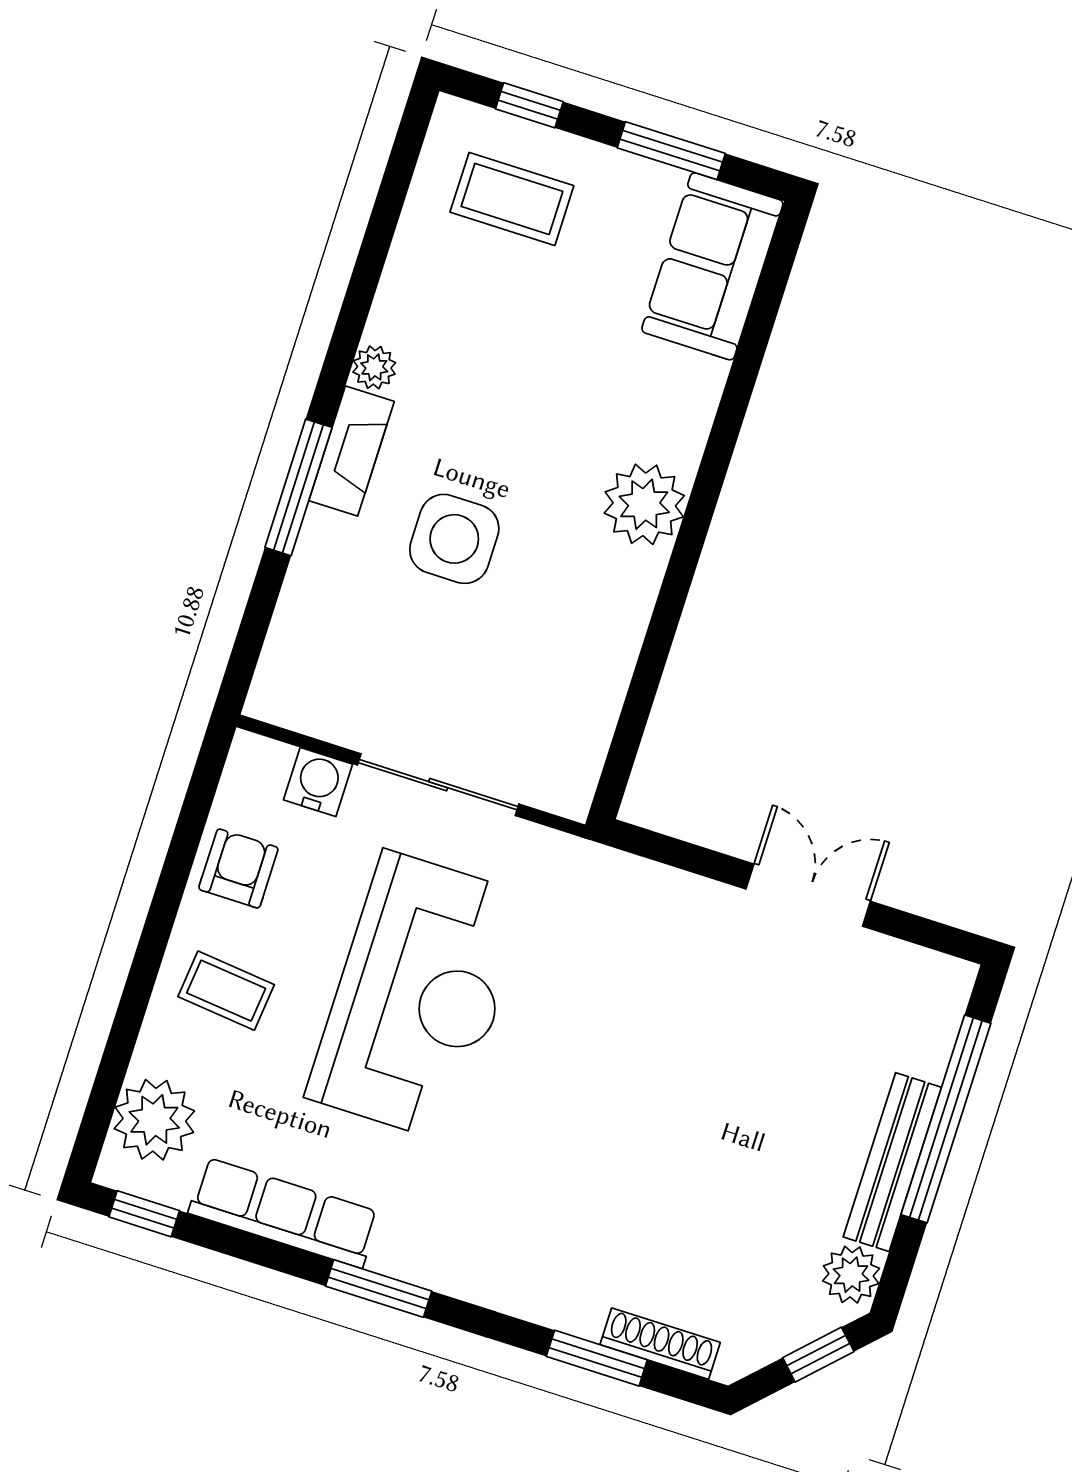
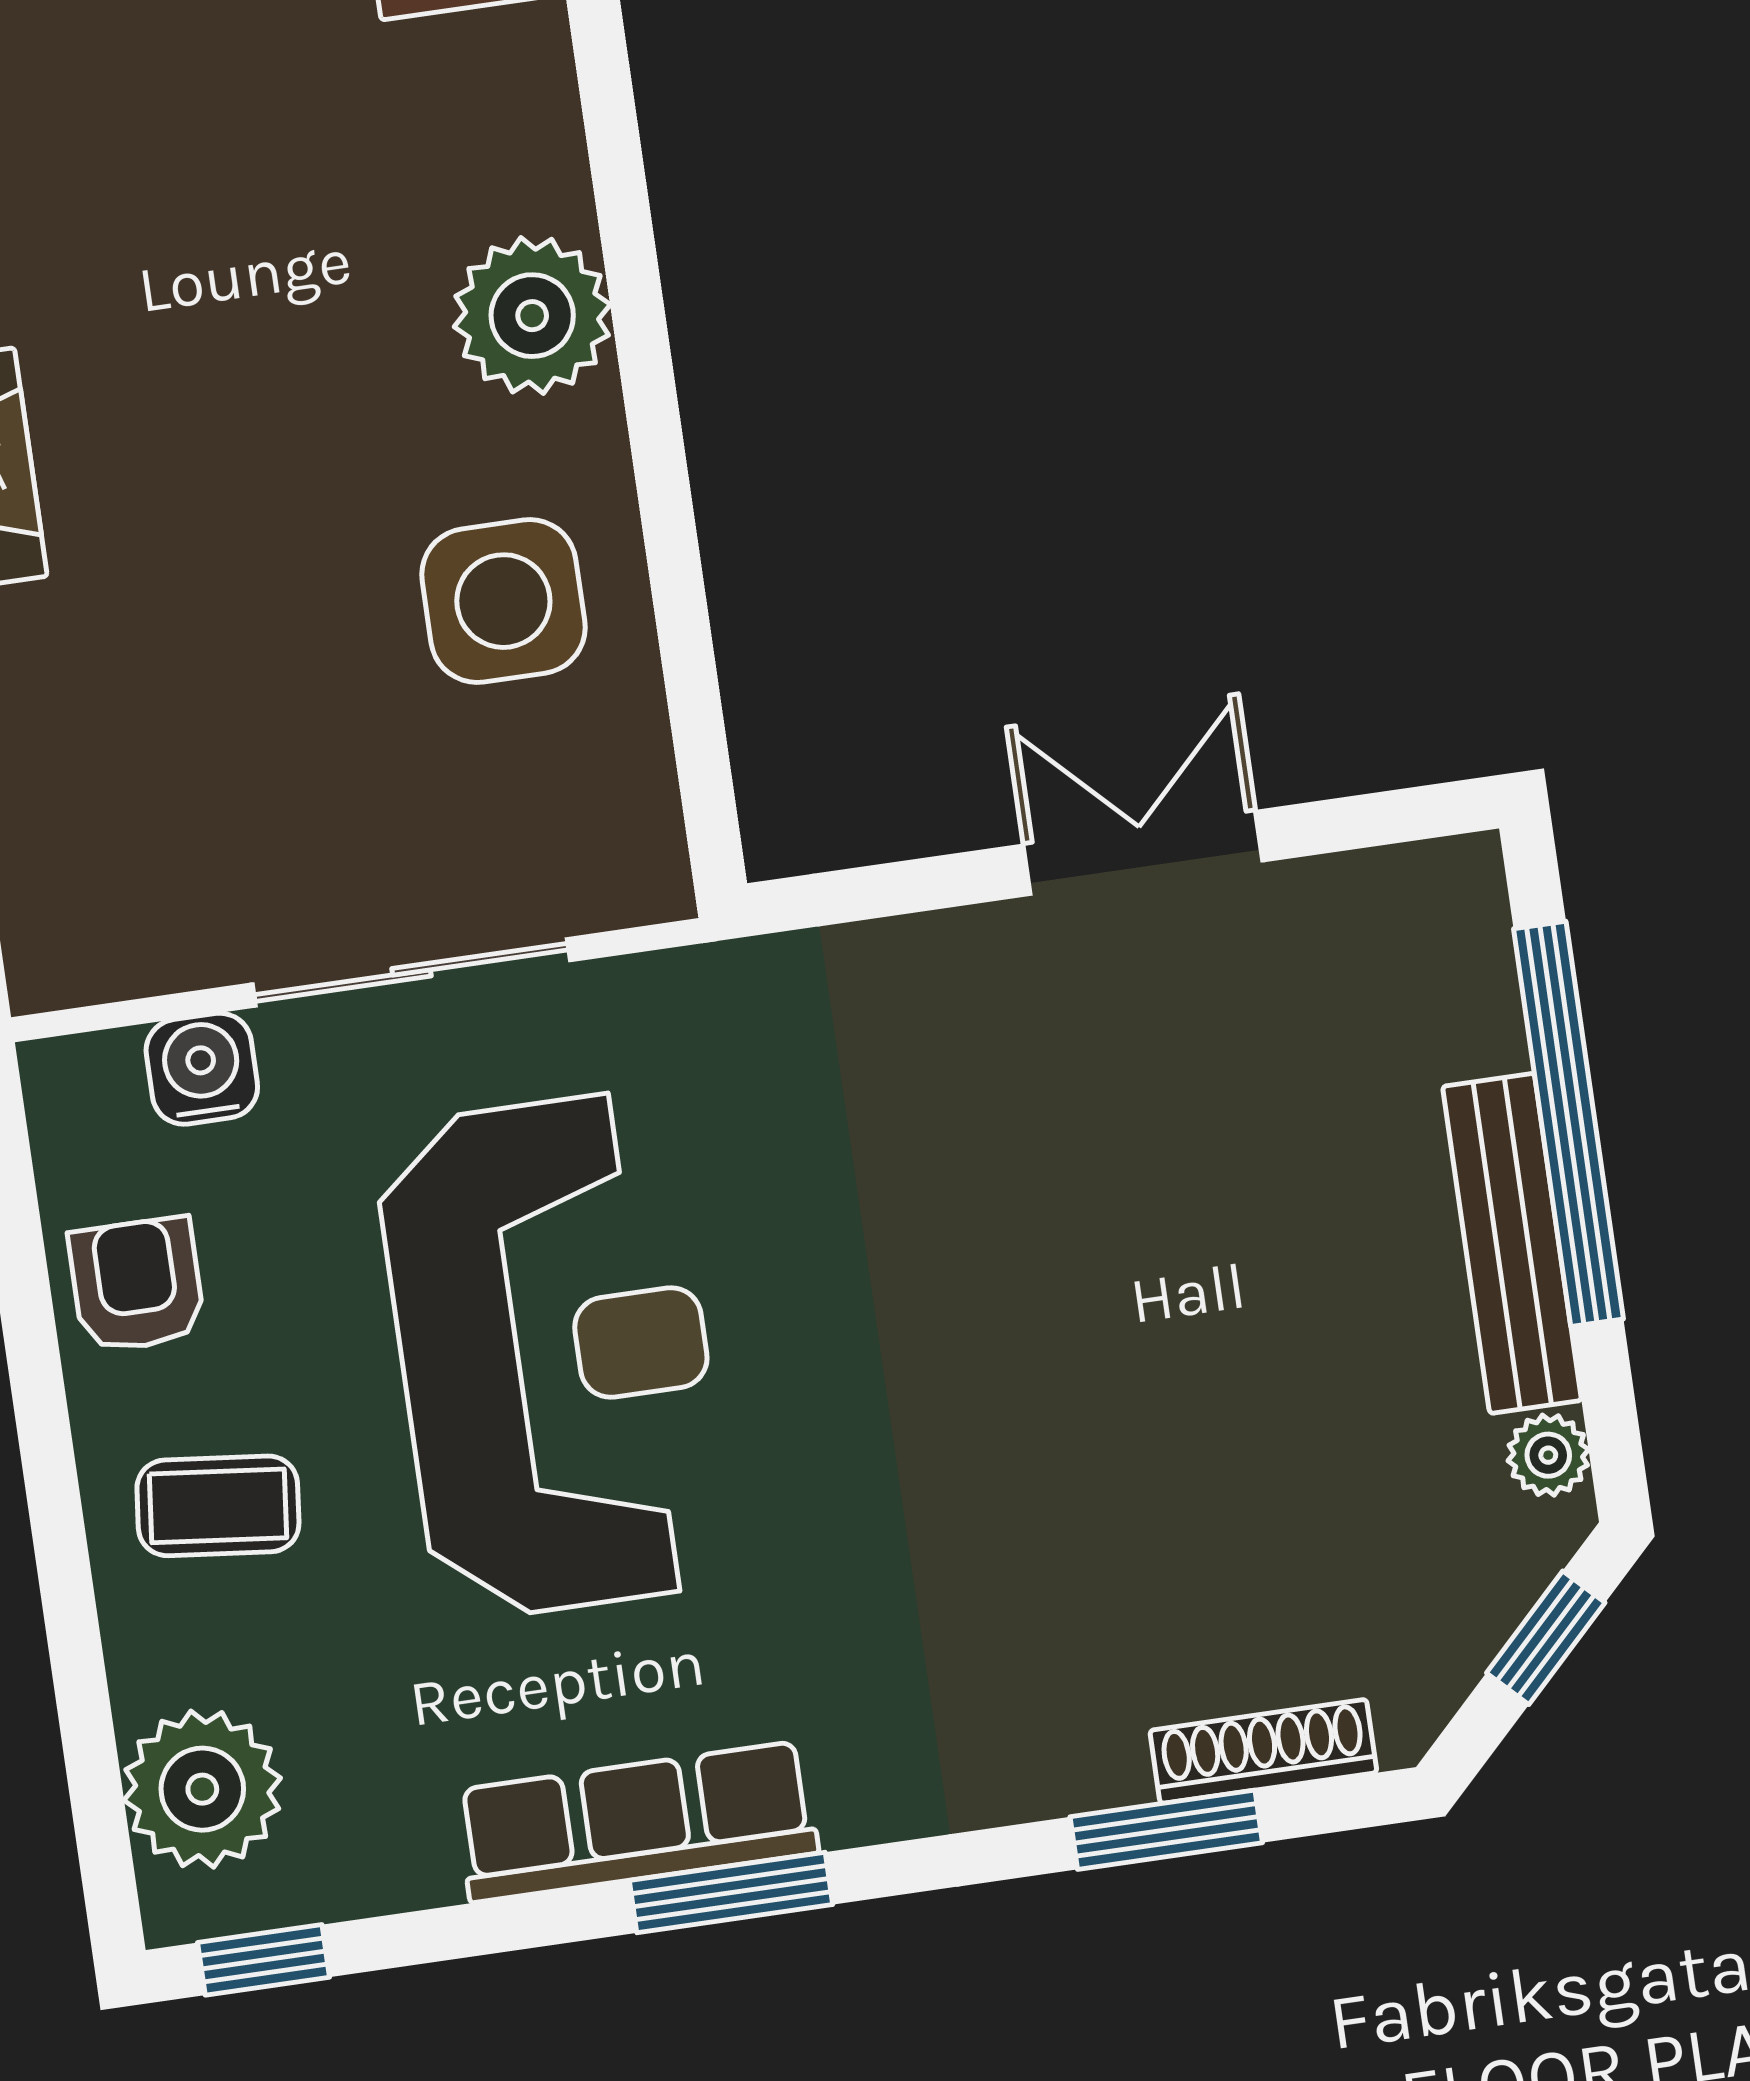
side table: (454, 539) -> (503, 601), moved
row of seats: (284, 1213) -> (637, 1822), moved
plant: (851, 1275) -> (1548, 1455), width x0.73, depth x0.73

